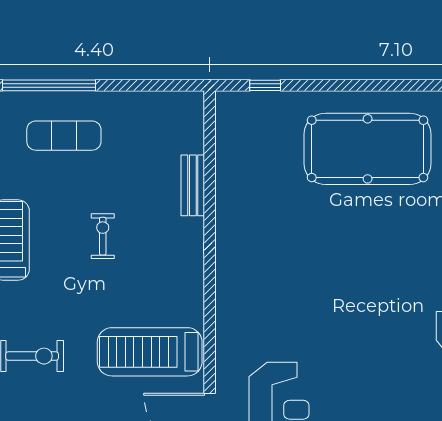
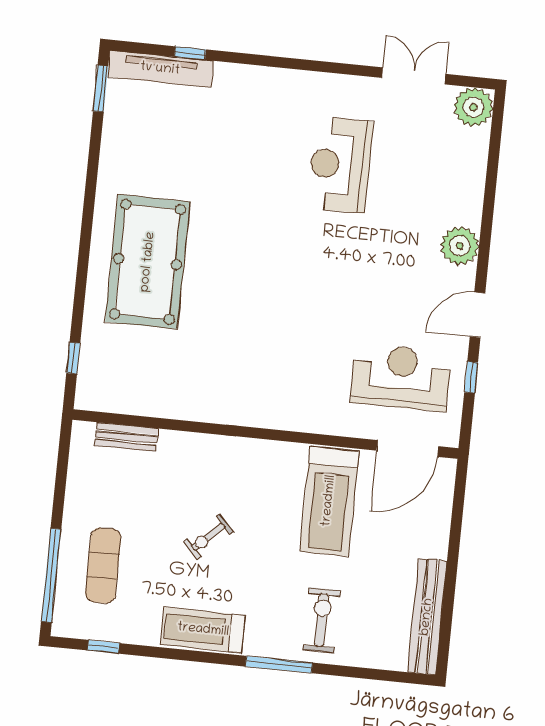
bench: (193, 185) -> (126, 437), moved
exercise bike: (103, 236) -> (208, 537), turned -43

